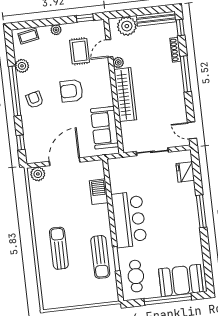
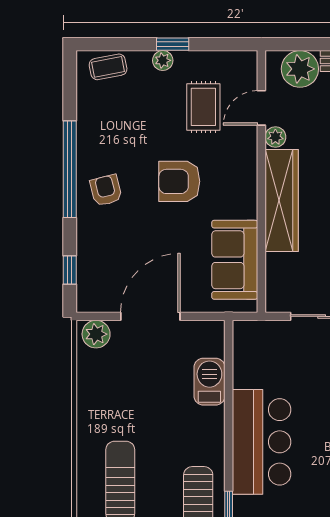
window: (85, 18) -> (173, 44), moved
plant: (22, 66) -> (89, 122), removed

